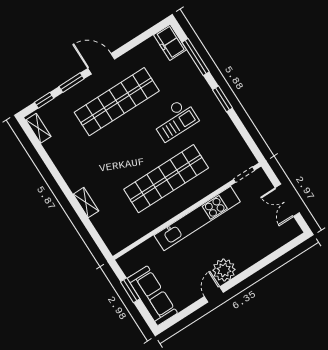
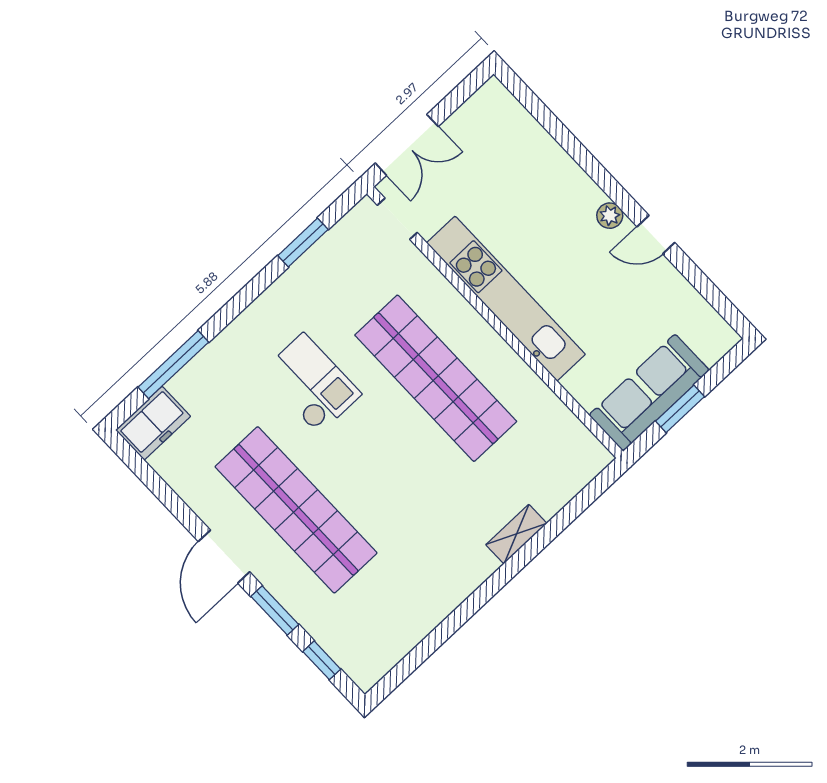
window: (222, 99) -> (303, 243), moved
shelving: (38, 128) -> (382, 661), removed
double door: (287, 200) -> (407, 145), moved
plant: (224, 270) -> (610, 216), width x0.53, depth x0.53
sofa: (152, 296) -> (649, 393), moved

